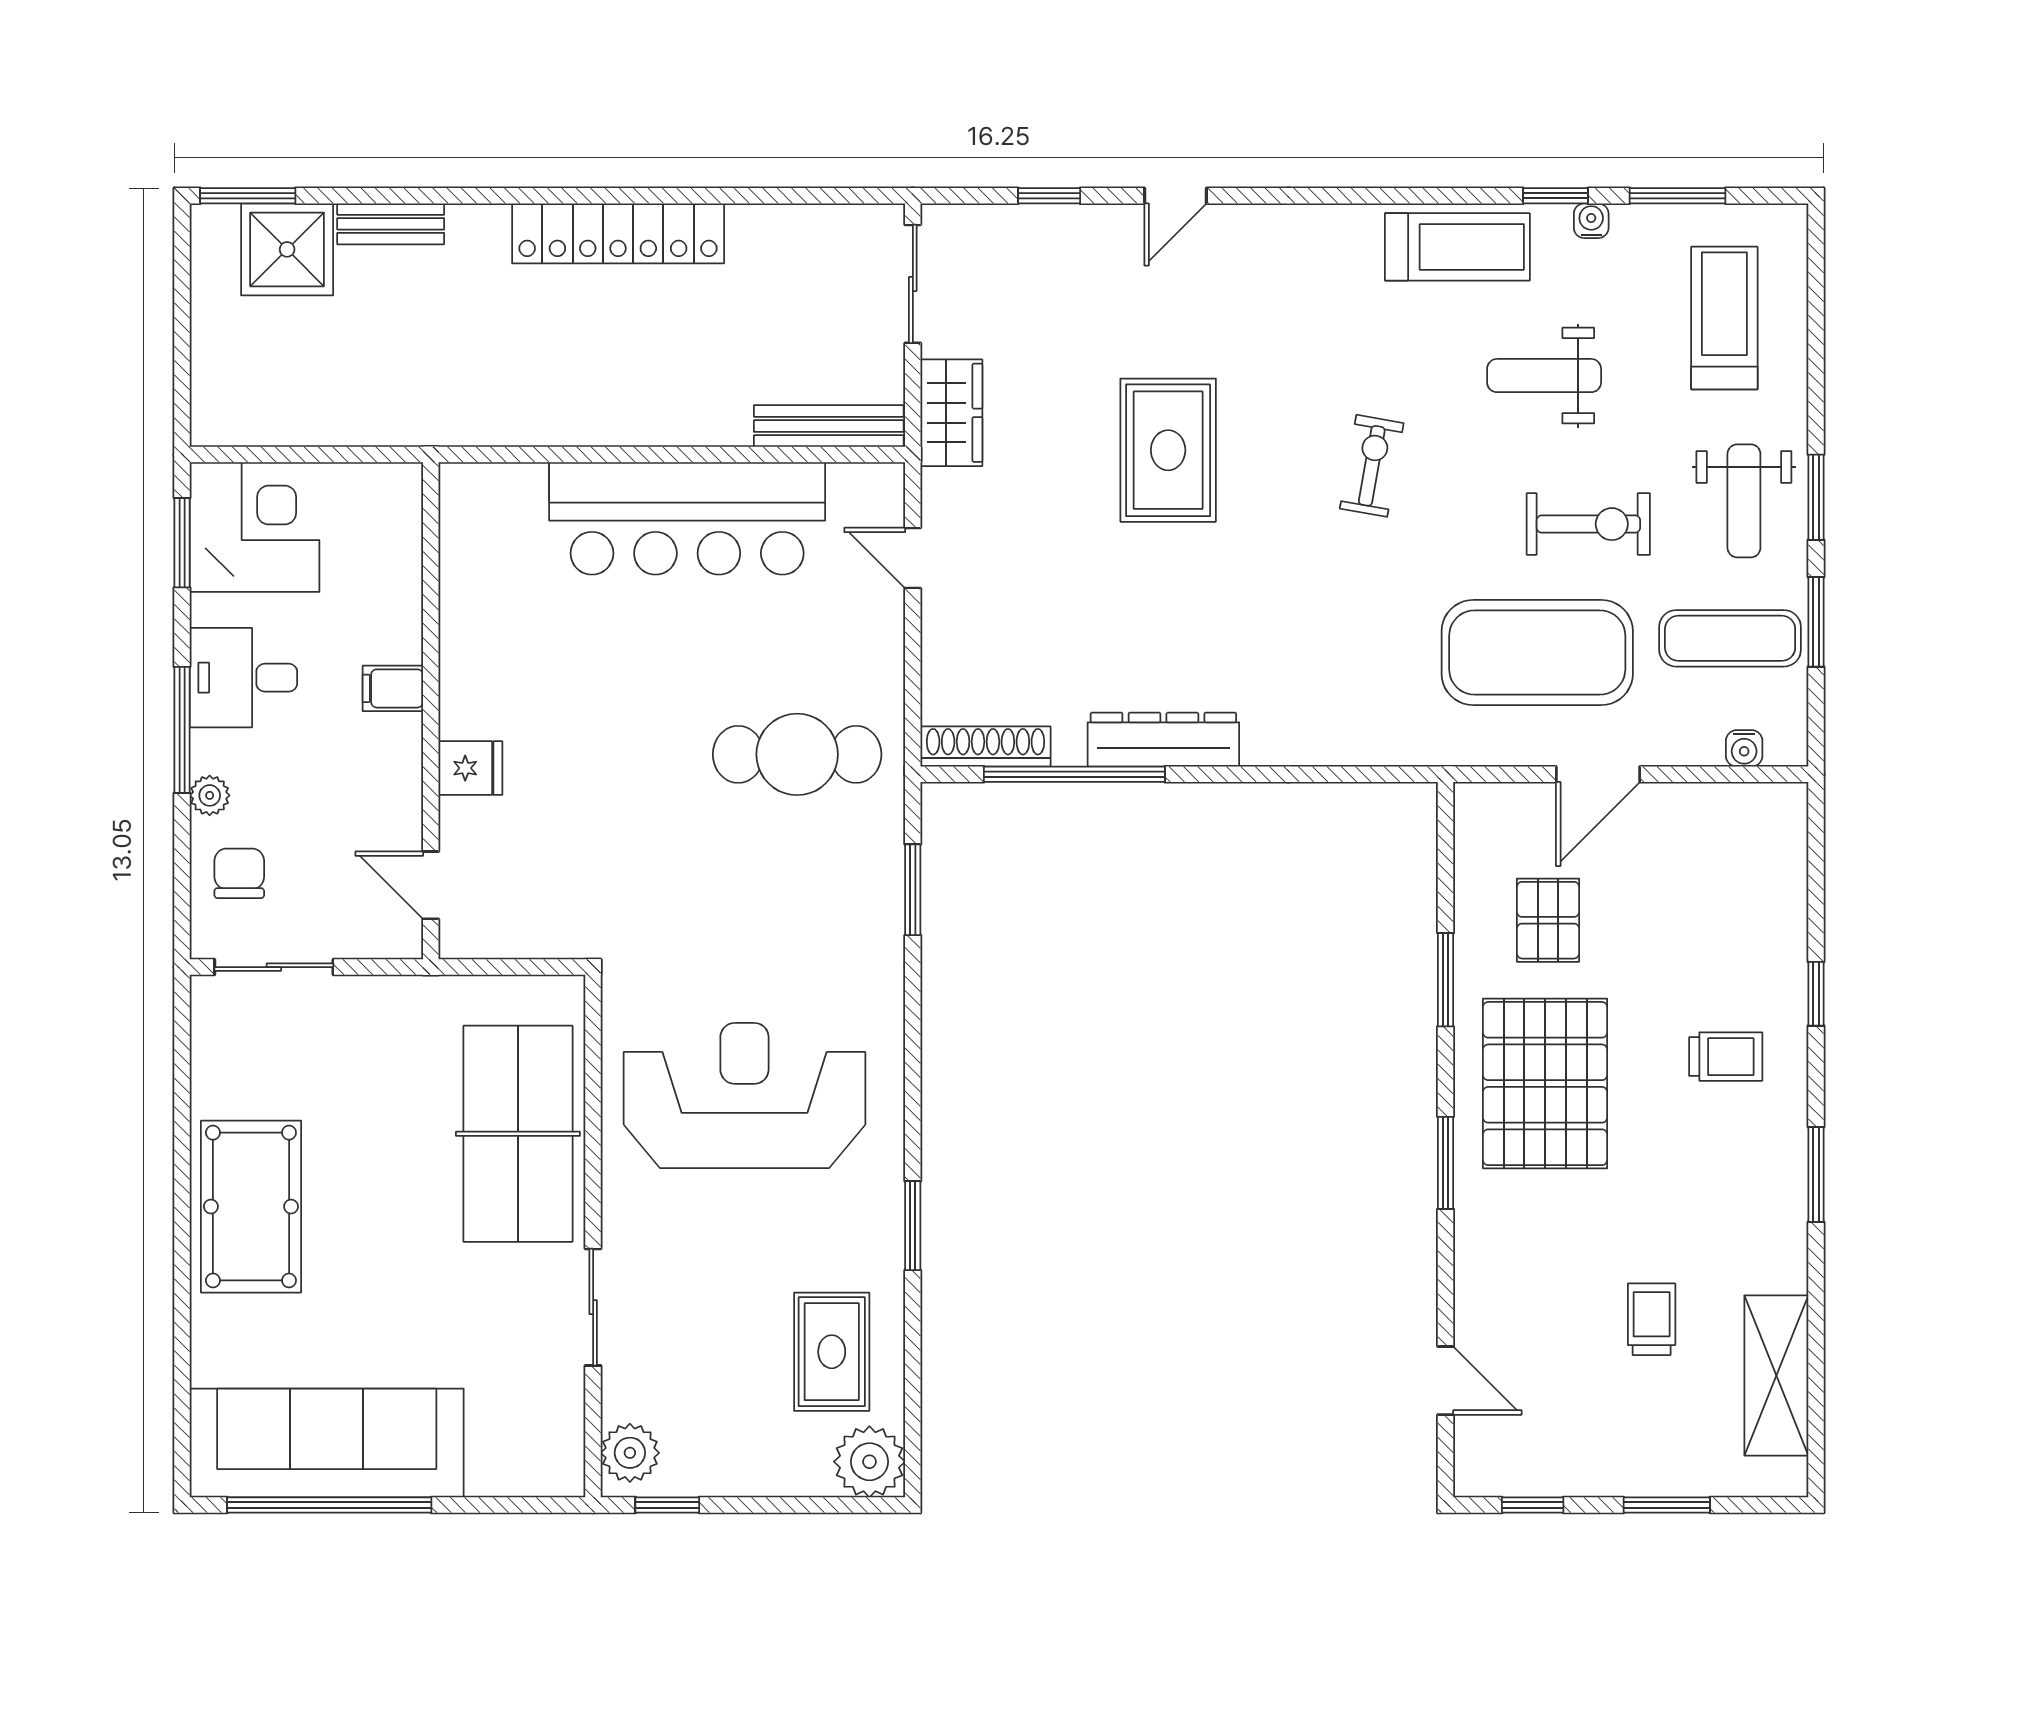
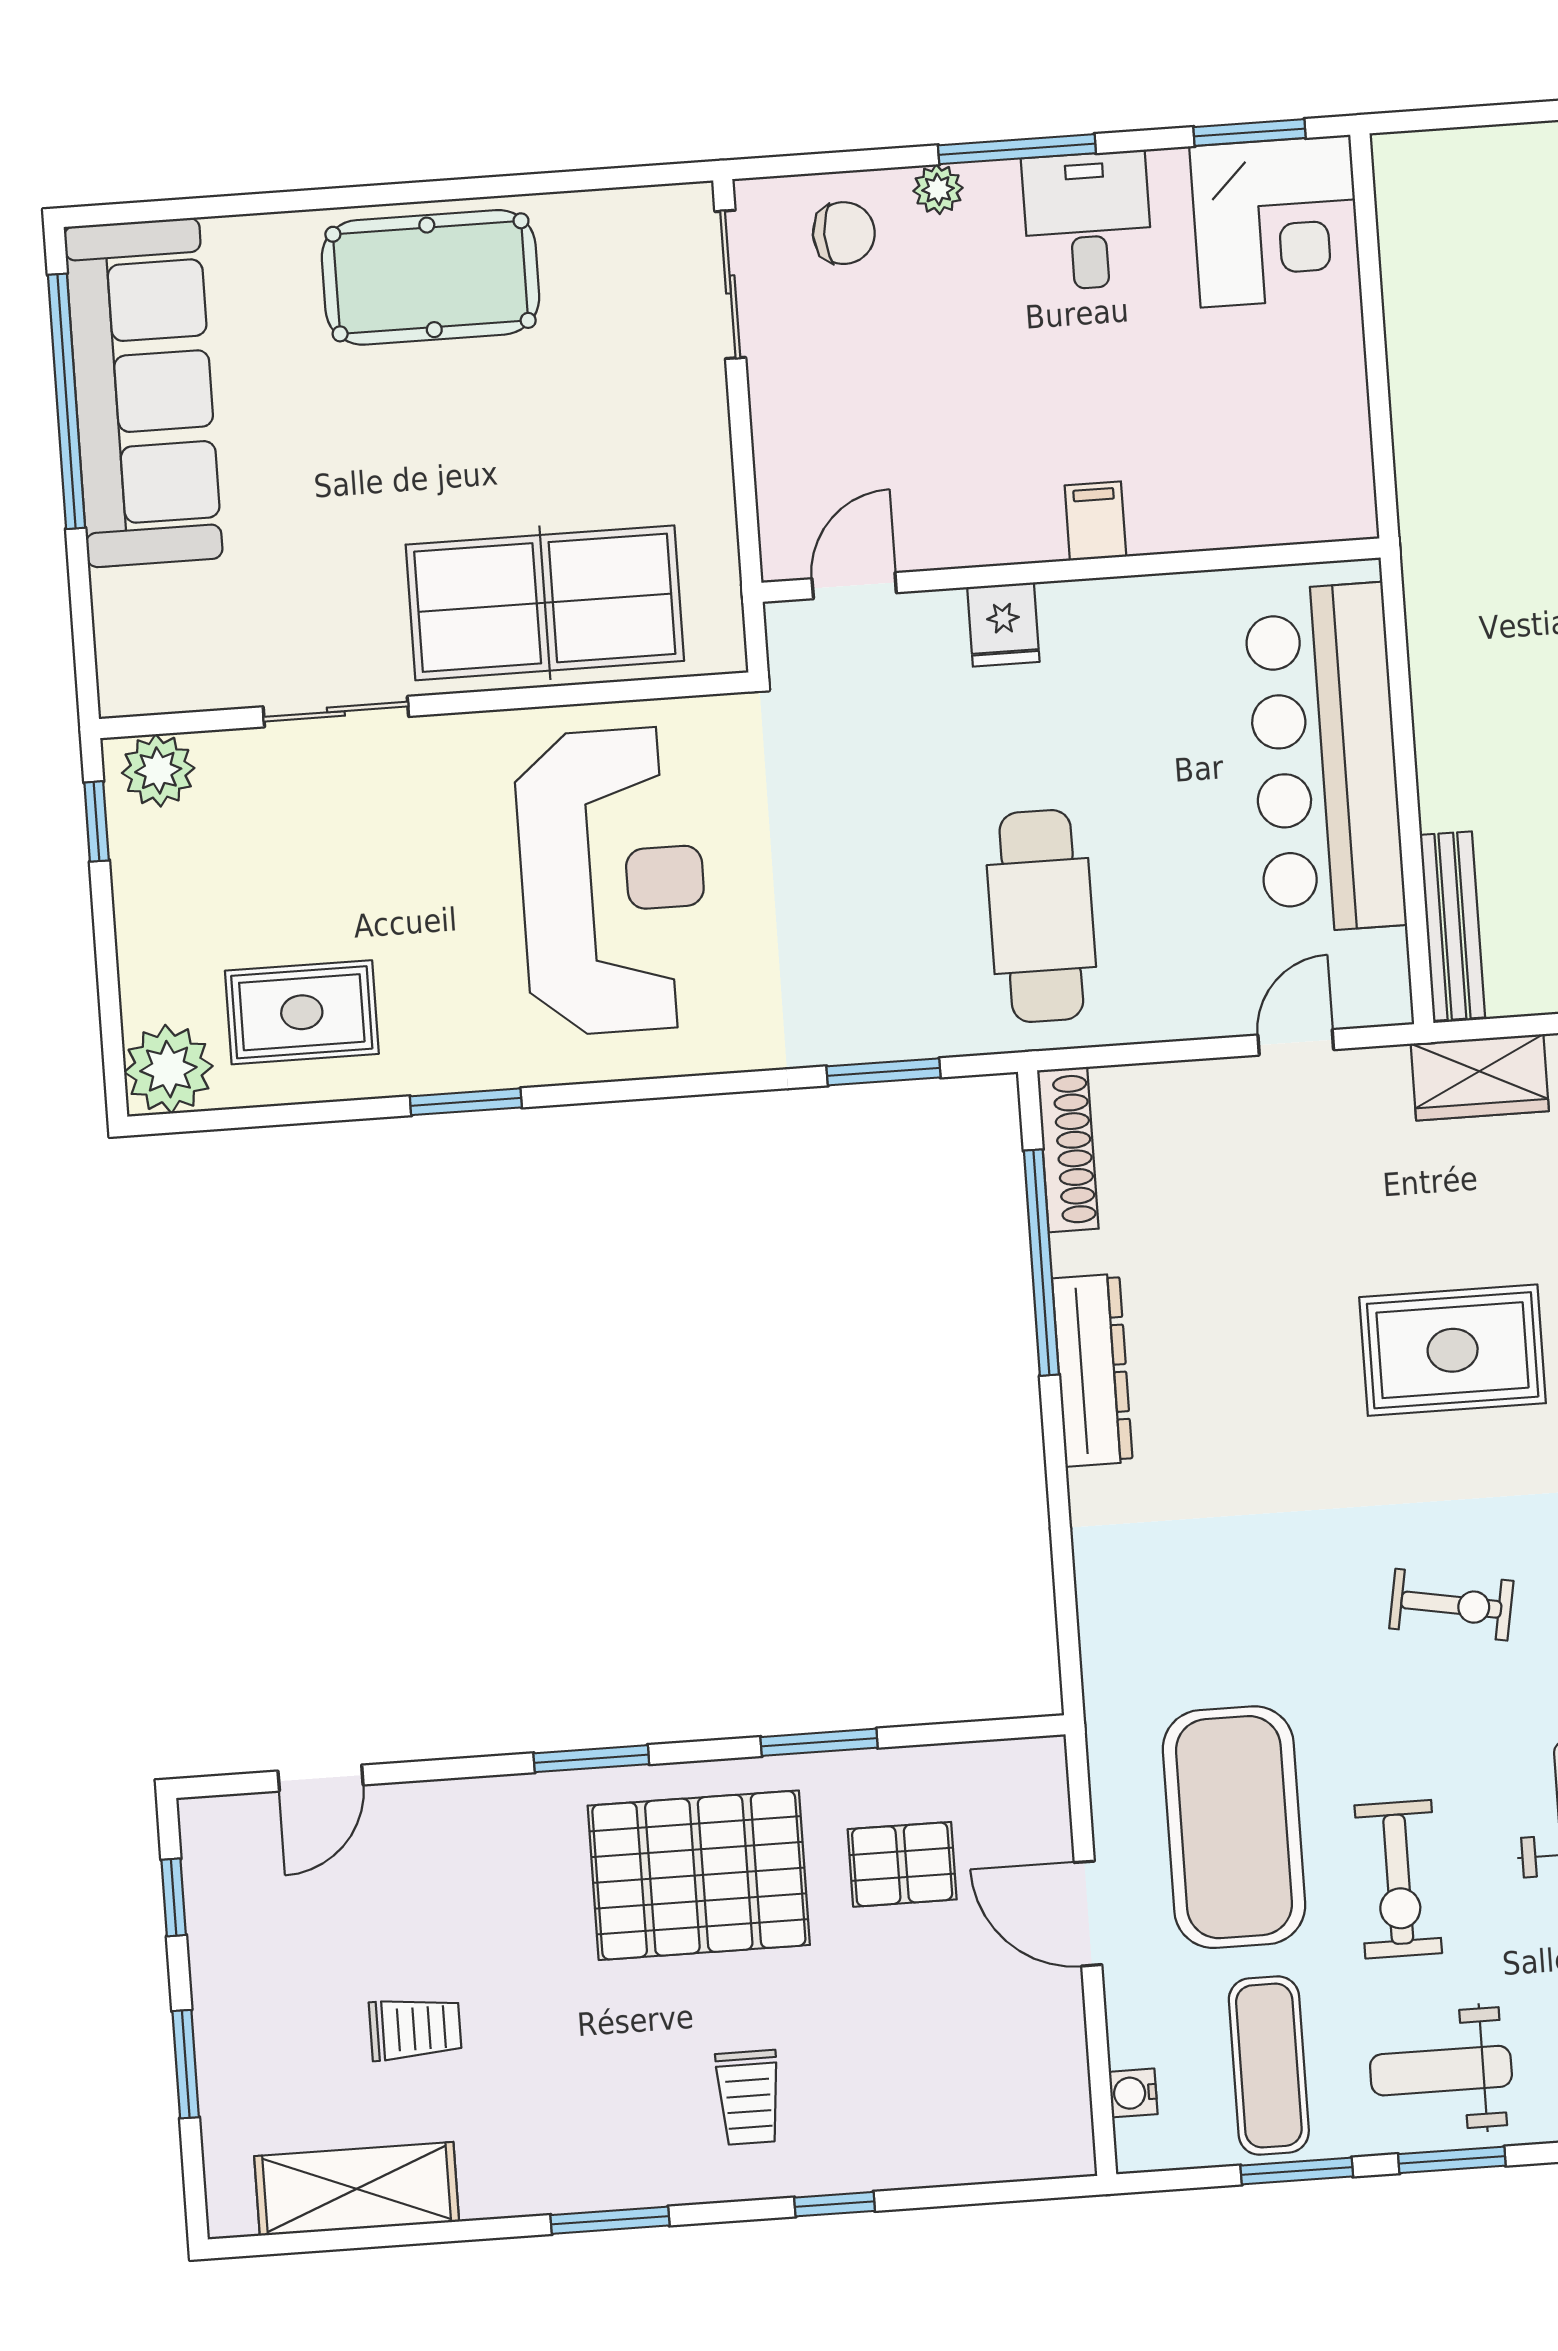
filing cabinet: (393, 688) -> (1095, 521), moved
wall: (431, 711) -> (1071, 570), moved
fridge: (470, 768) -> (1003, 625), moved
door: (431, 885) -> (854, 586), moved

